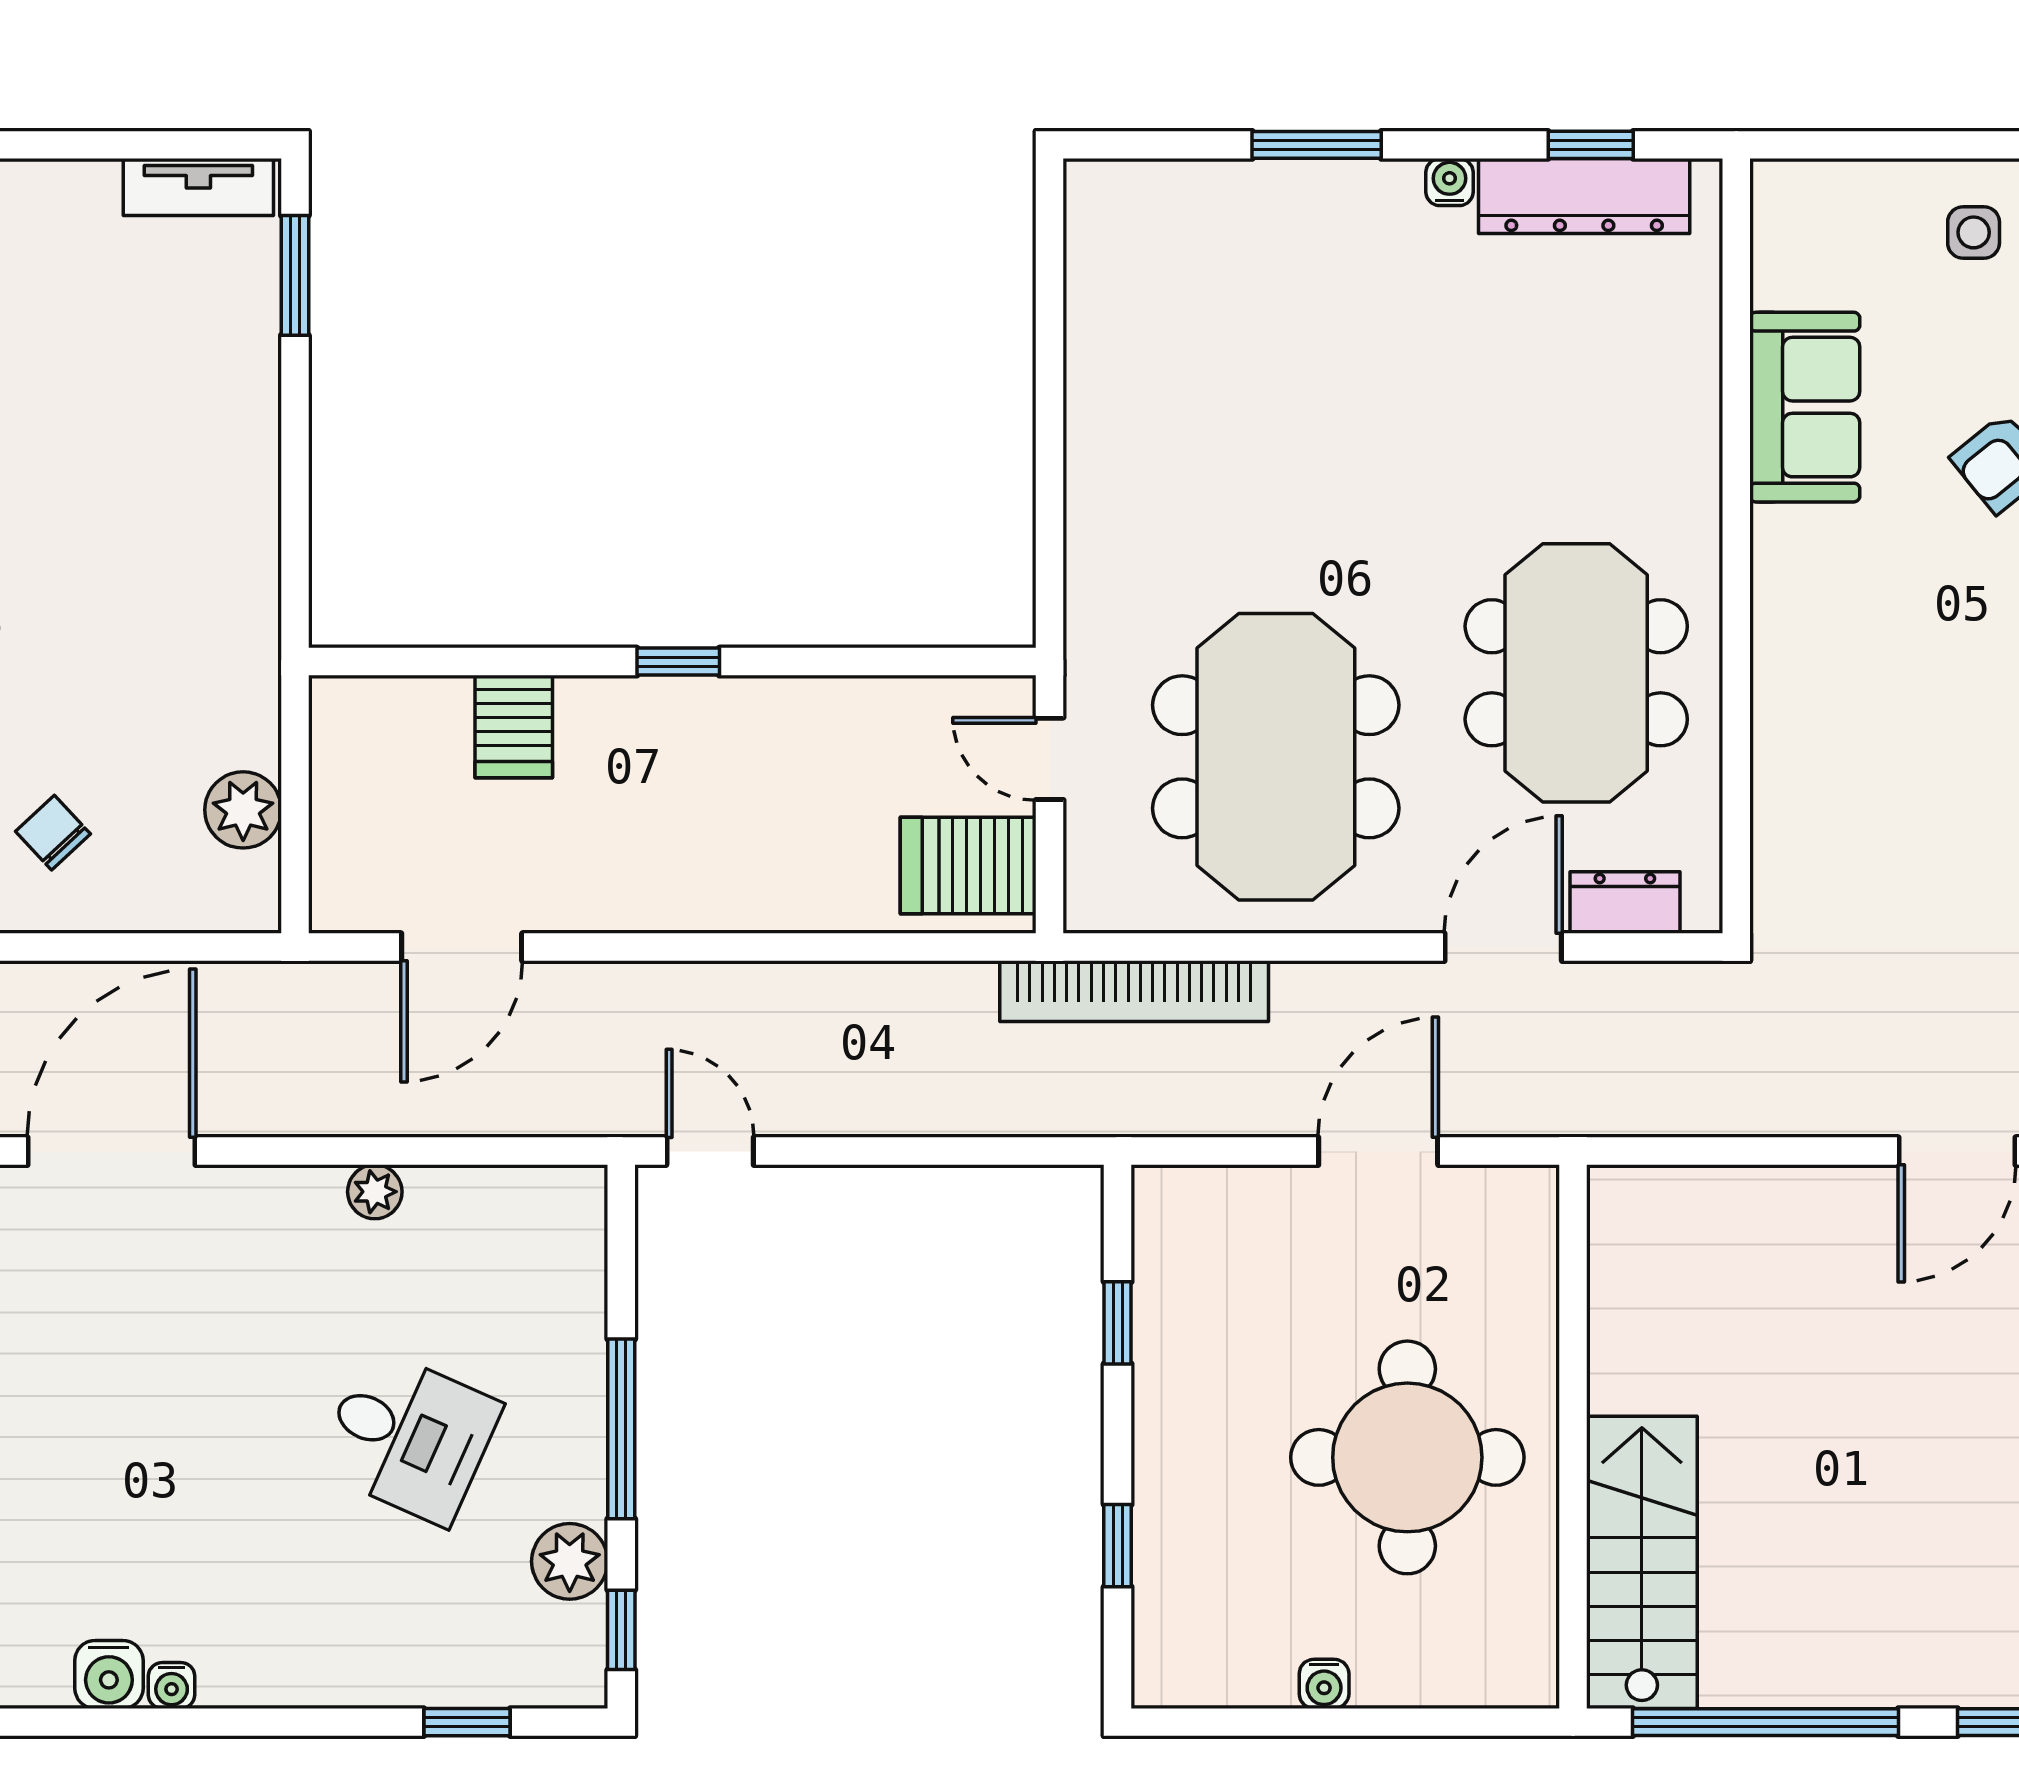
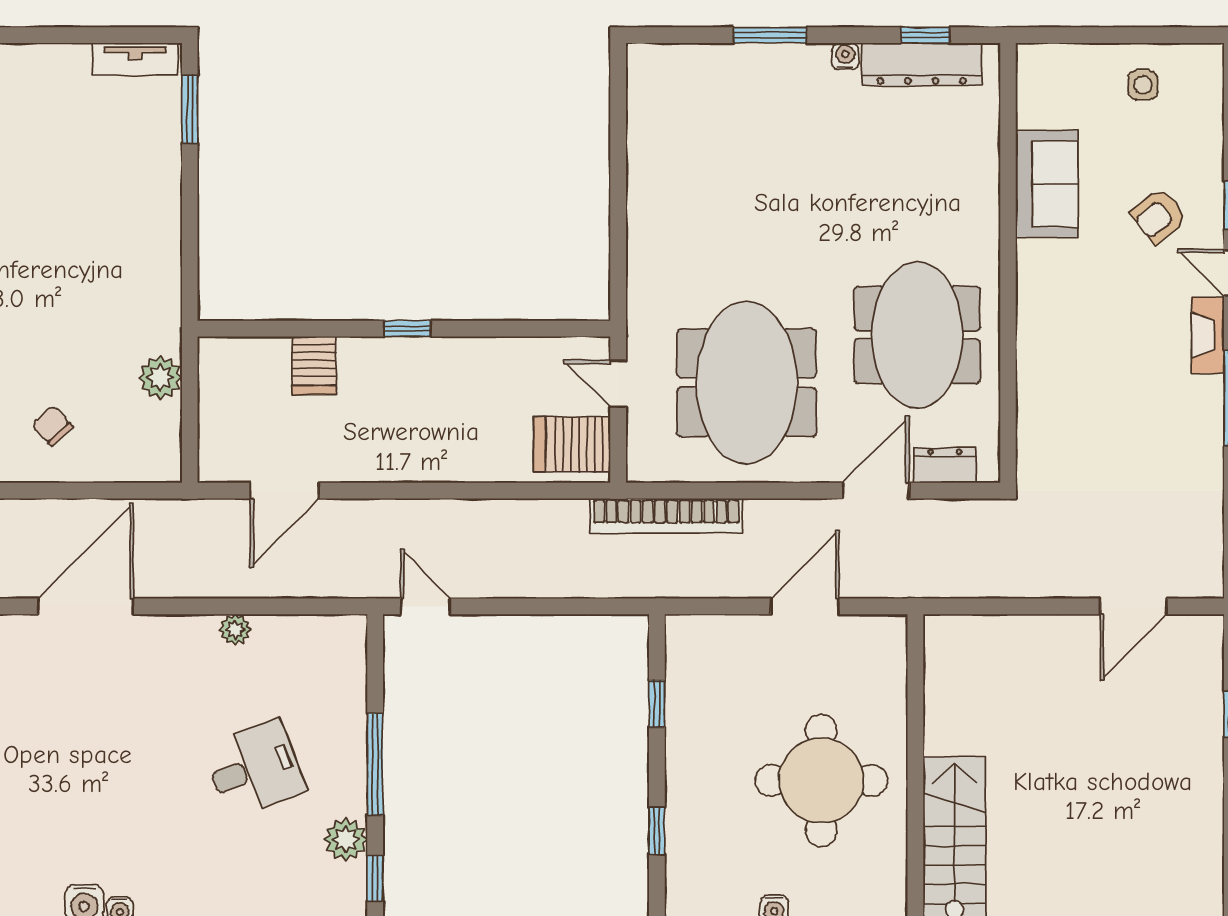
plant: (243, 810) -> (160, 377), moved
desk: (409, 1437) -> (254, 769), turned -45

